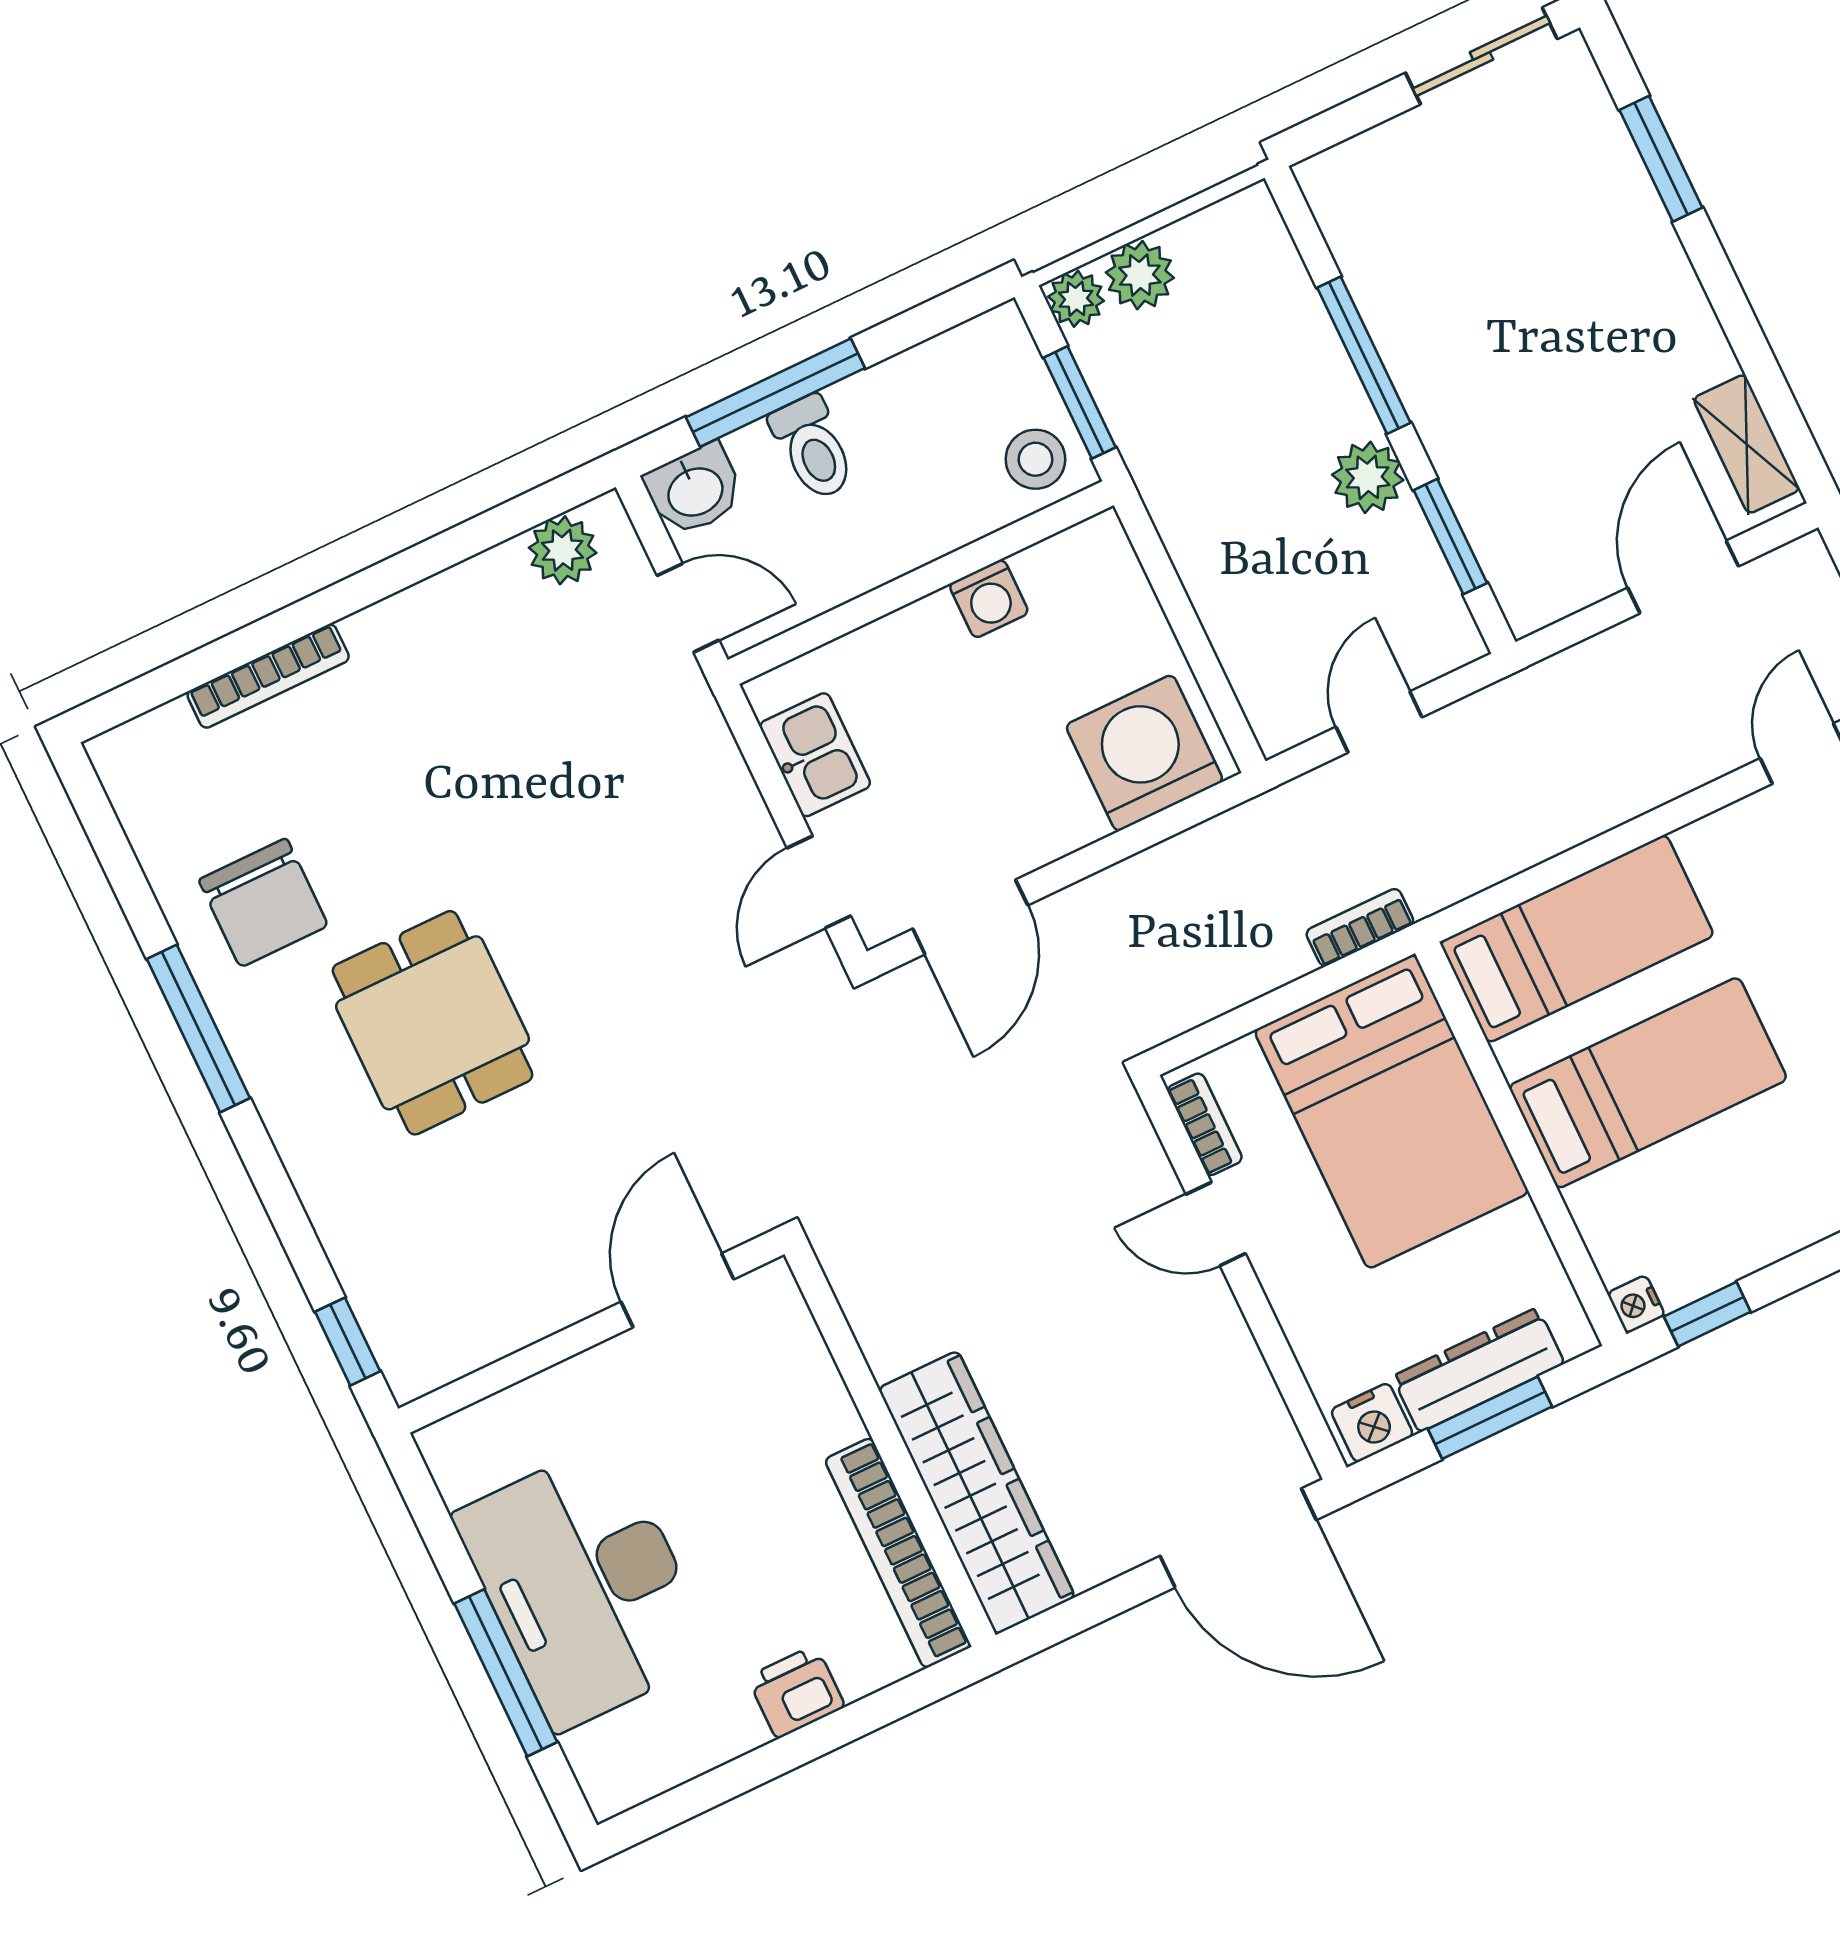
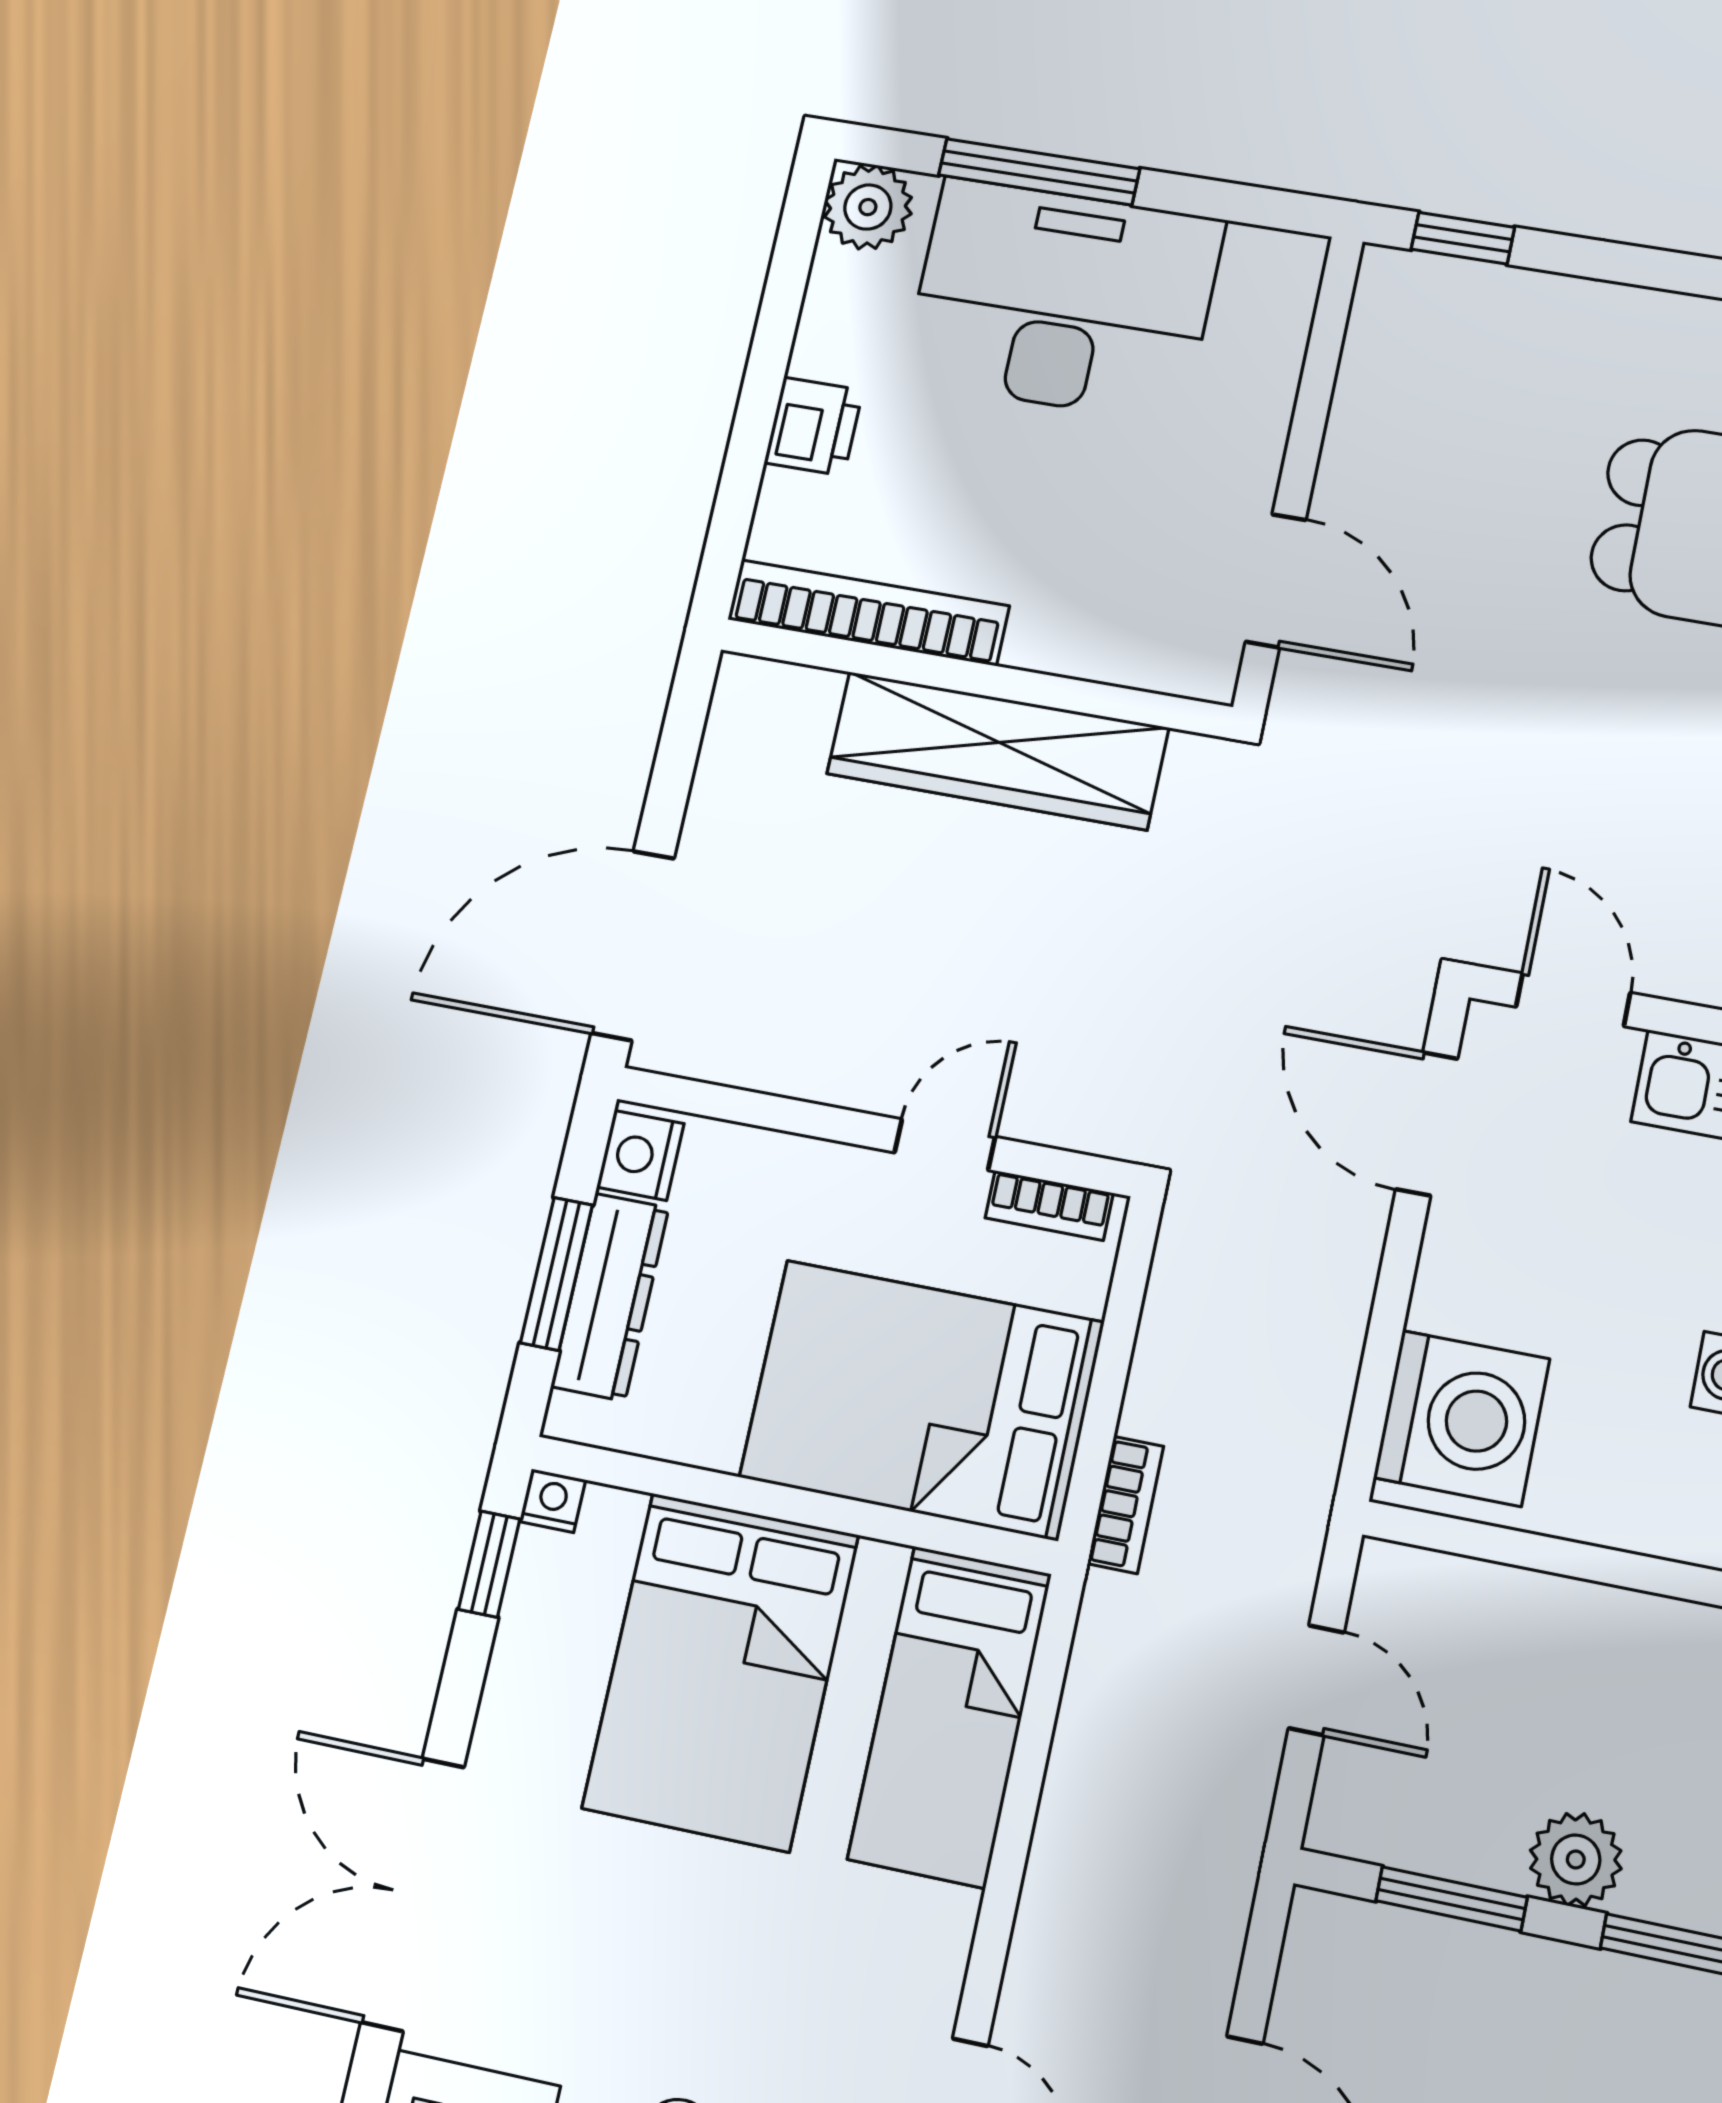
bed: (1648, 1083) -> (721, 1671), width x1.50
wardrobe: (977, 1493) -> (997, 751), moved
plant: (615, 1774) -> (868, 207), added

